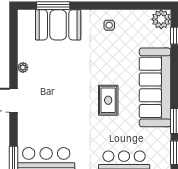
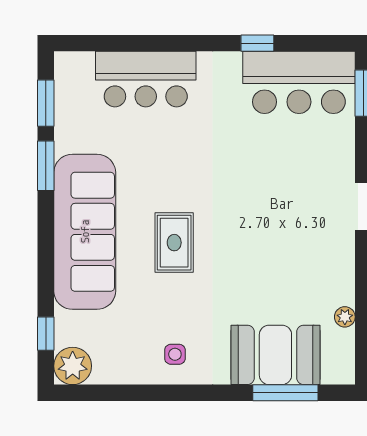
plant: (23, 67) -> (345, 317), moved
rug: (108, 100) -> (174, 243), moved

